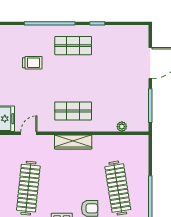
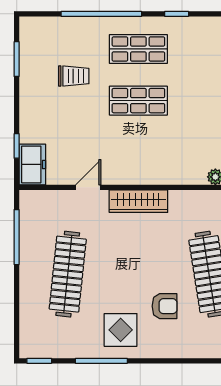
shop shelf: (73, 111) -> (138, 101), moved
door: (29, 133) -> (88, 187), moved

